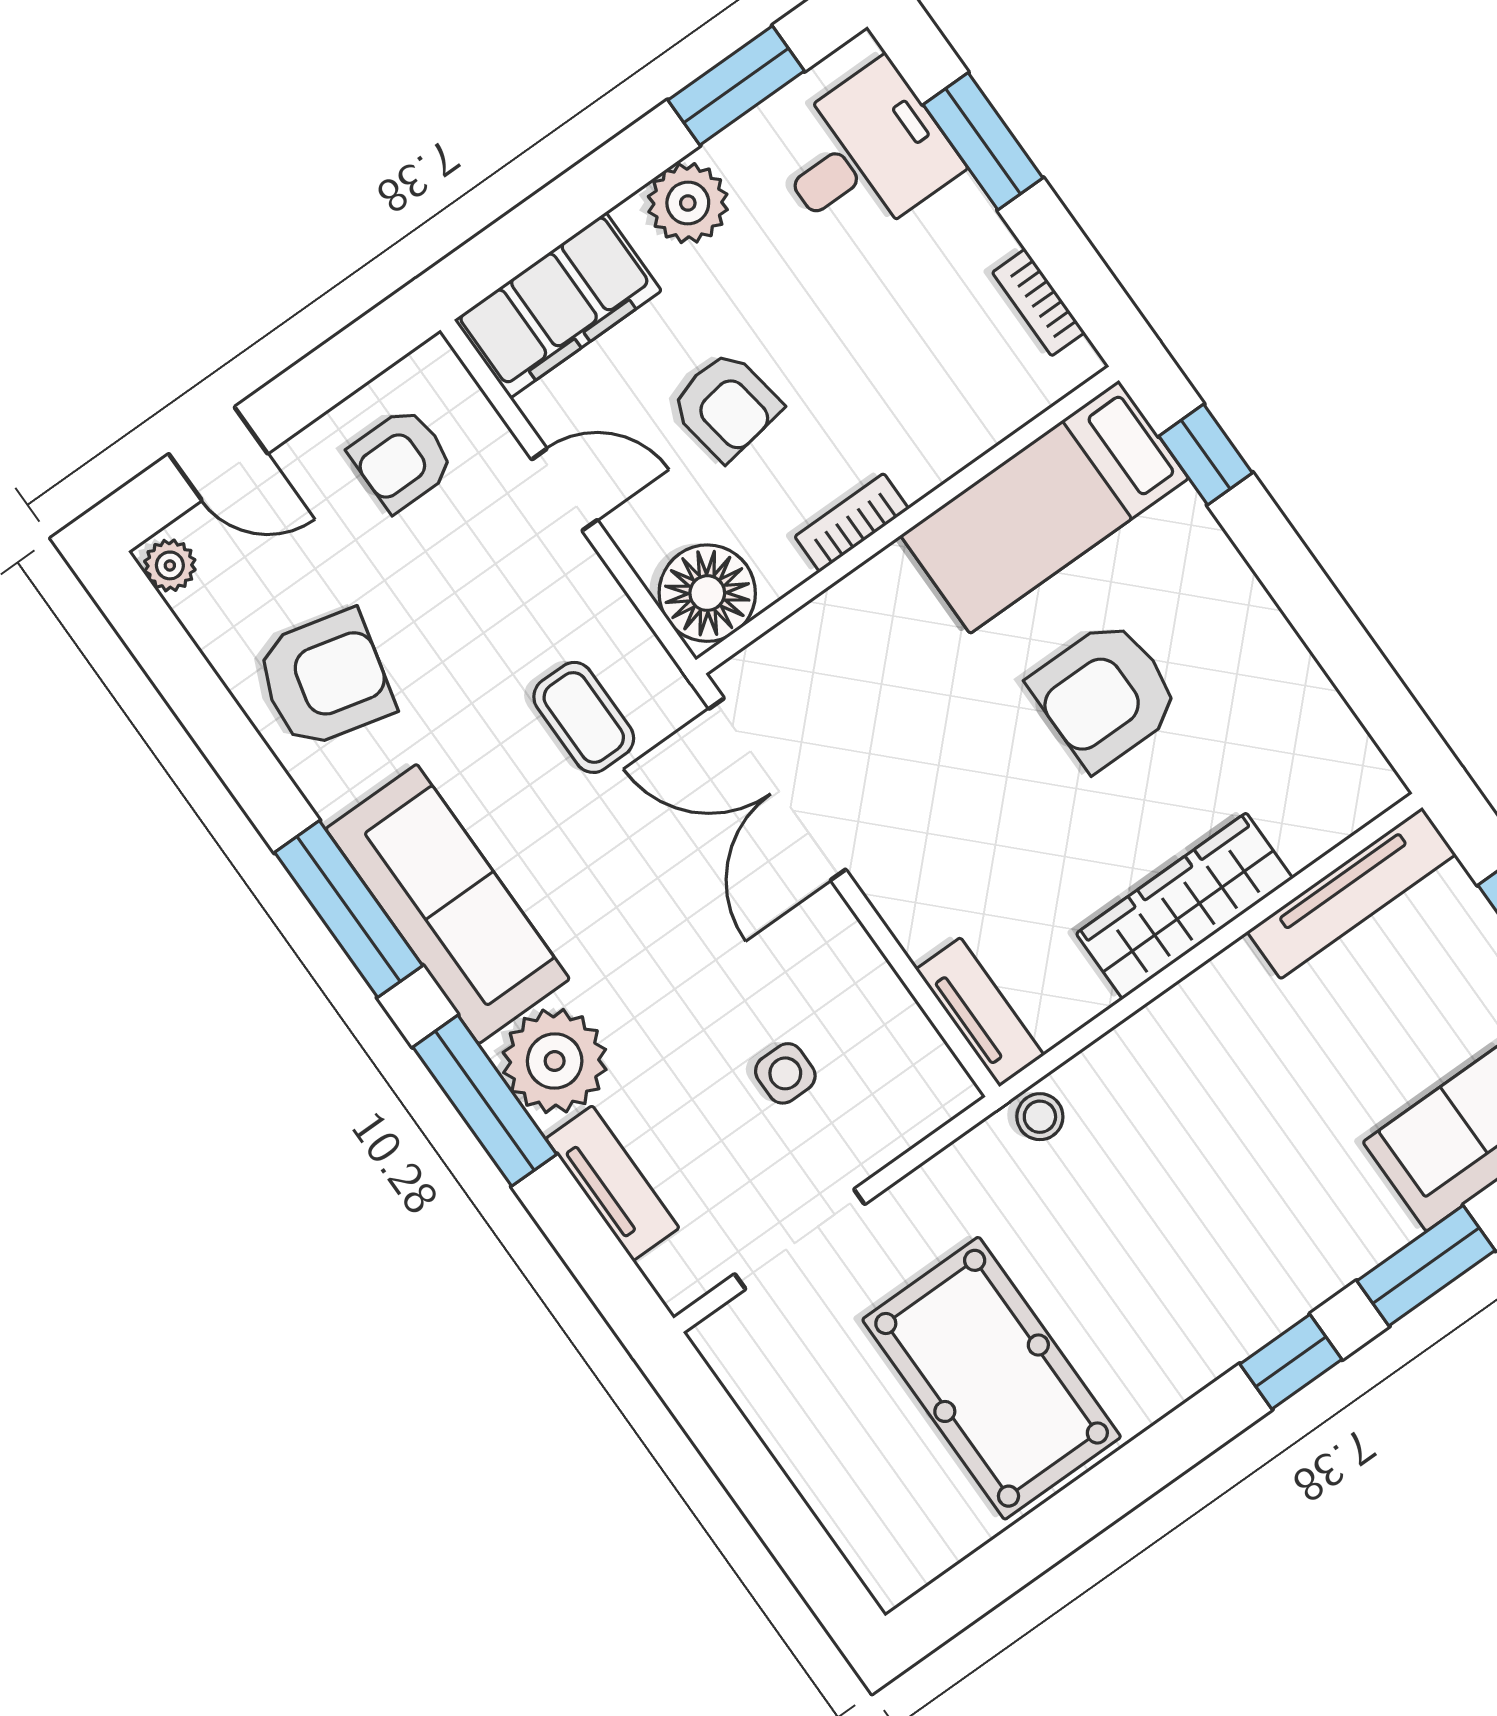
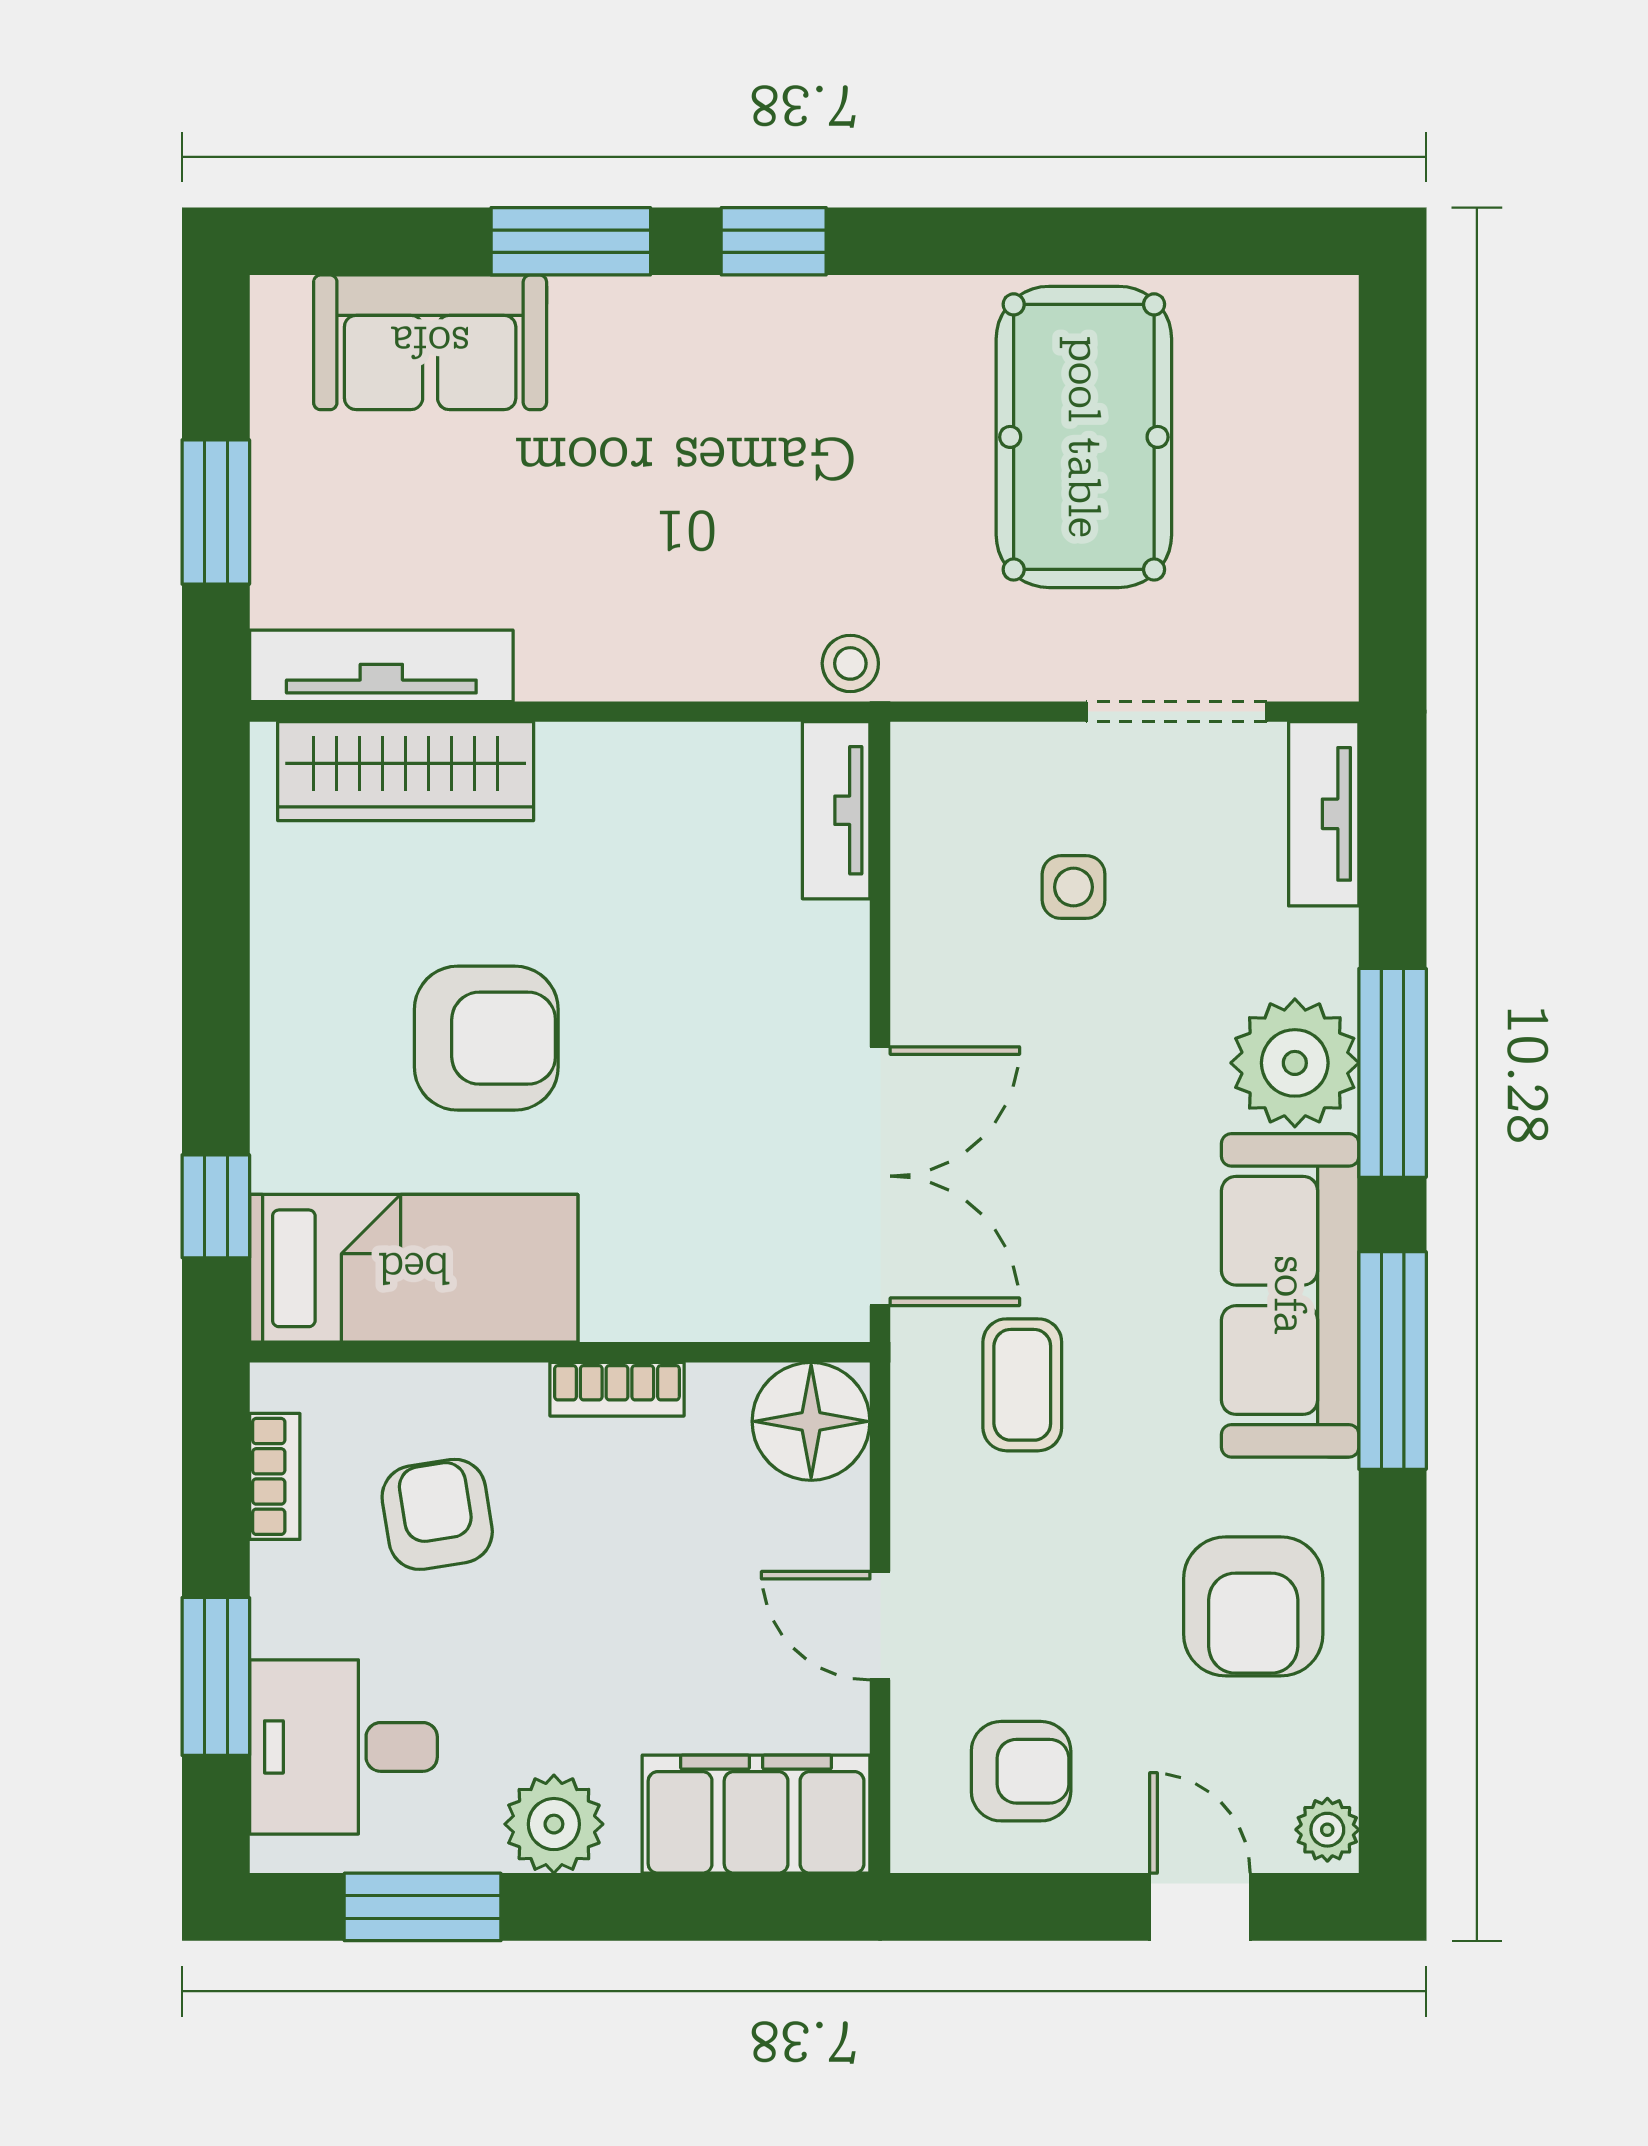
armchair: (726, 406) -> (437, 1514), moved
armchair: (325, 679) -> (1253, 1606), turned -104
wardrobe: (1184, 906) -> (406, 771), moved
tv unit: (613, 1183) -> (1324, 814), moved

